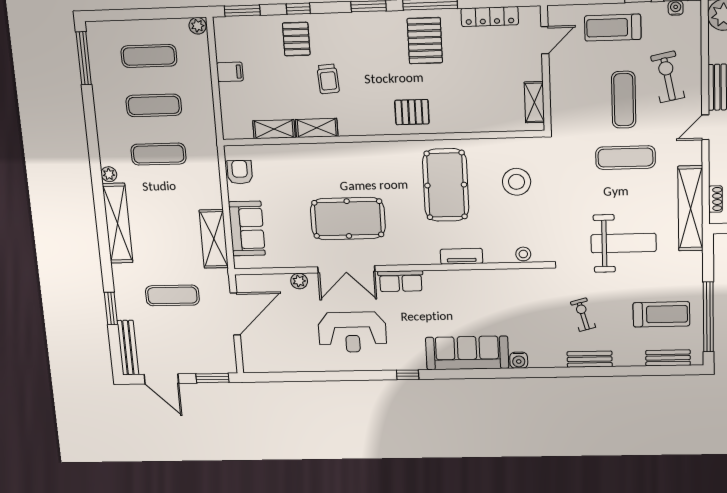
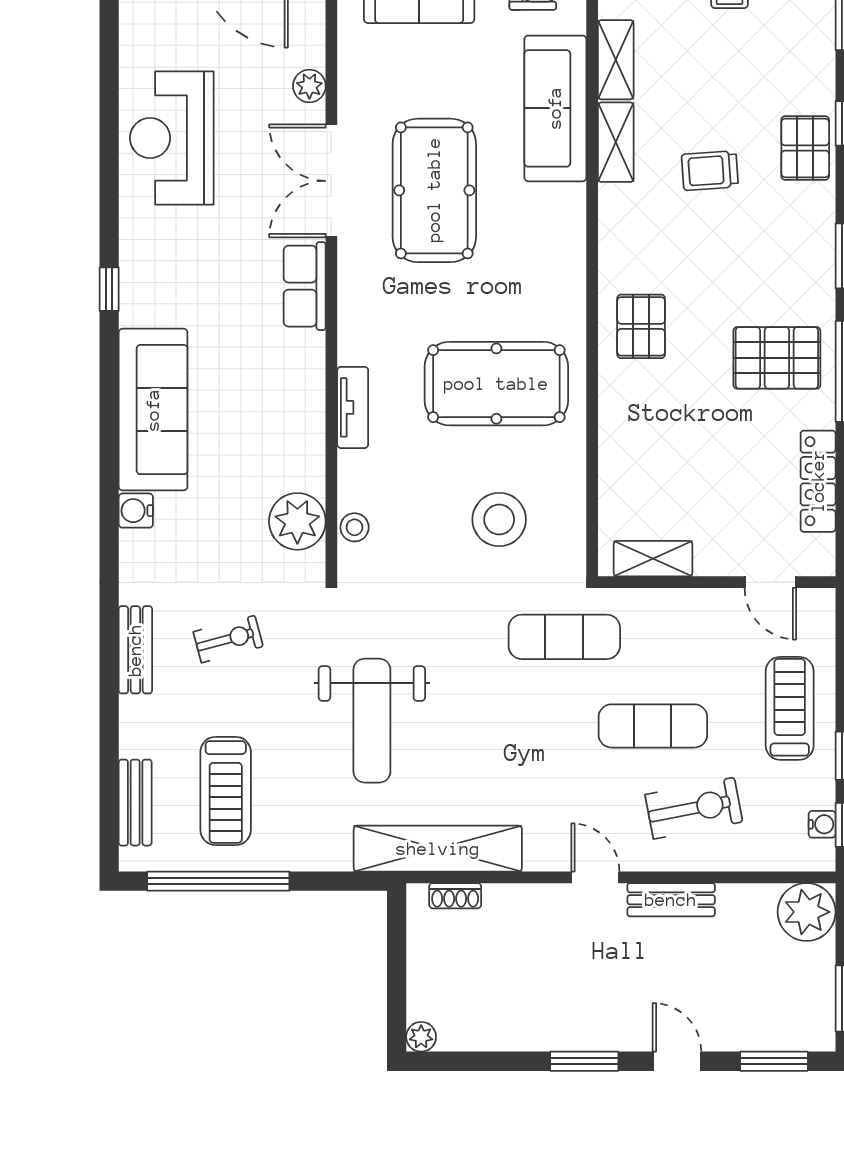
pallet: (296, 39) -> (805, 148), moved, turned 90
exercise mat: (626, 158) -> (564, 637), moved, turned 90
sofa: (301, 159) -> (555, 108), added
plant: (521, 282) -> (297, 521), added
reception desk: (352, 332) -> (172, 138), moved

